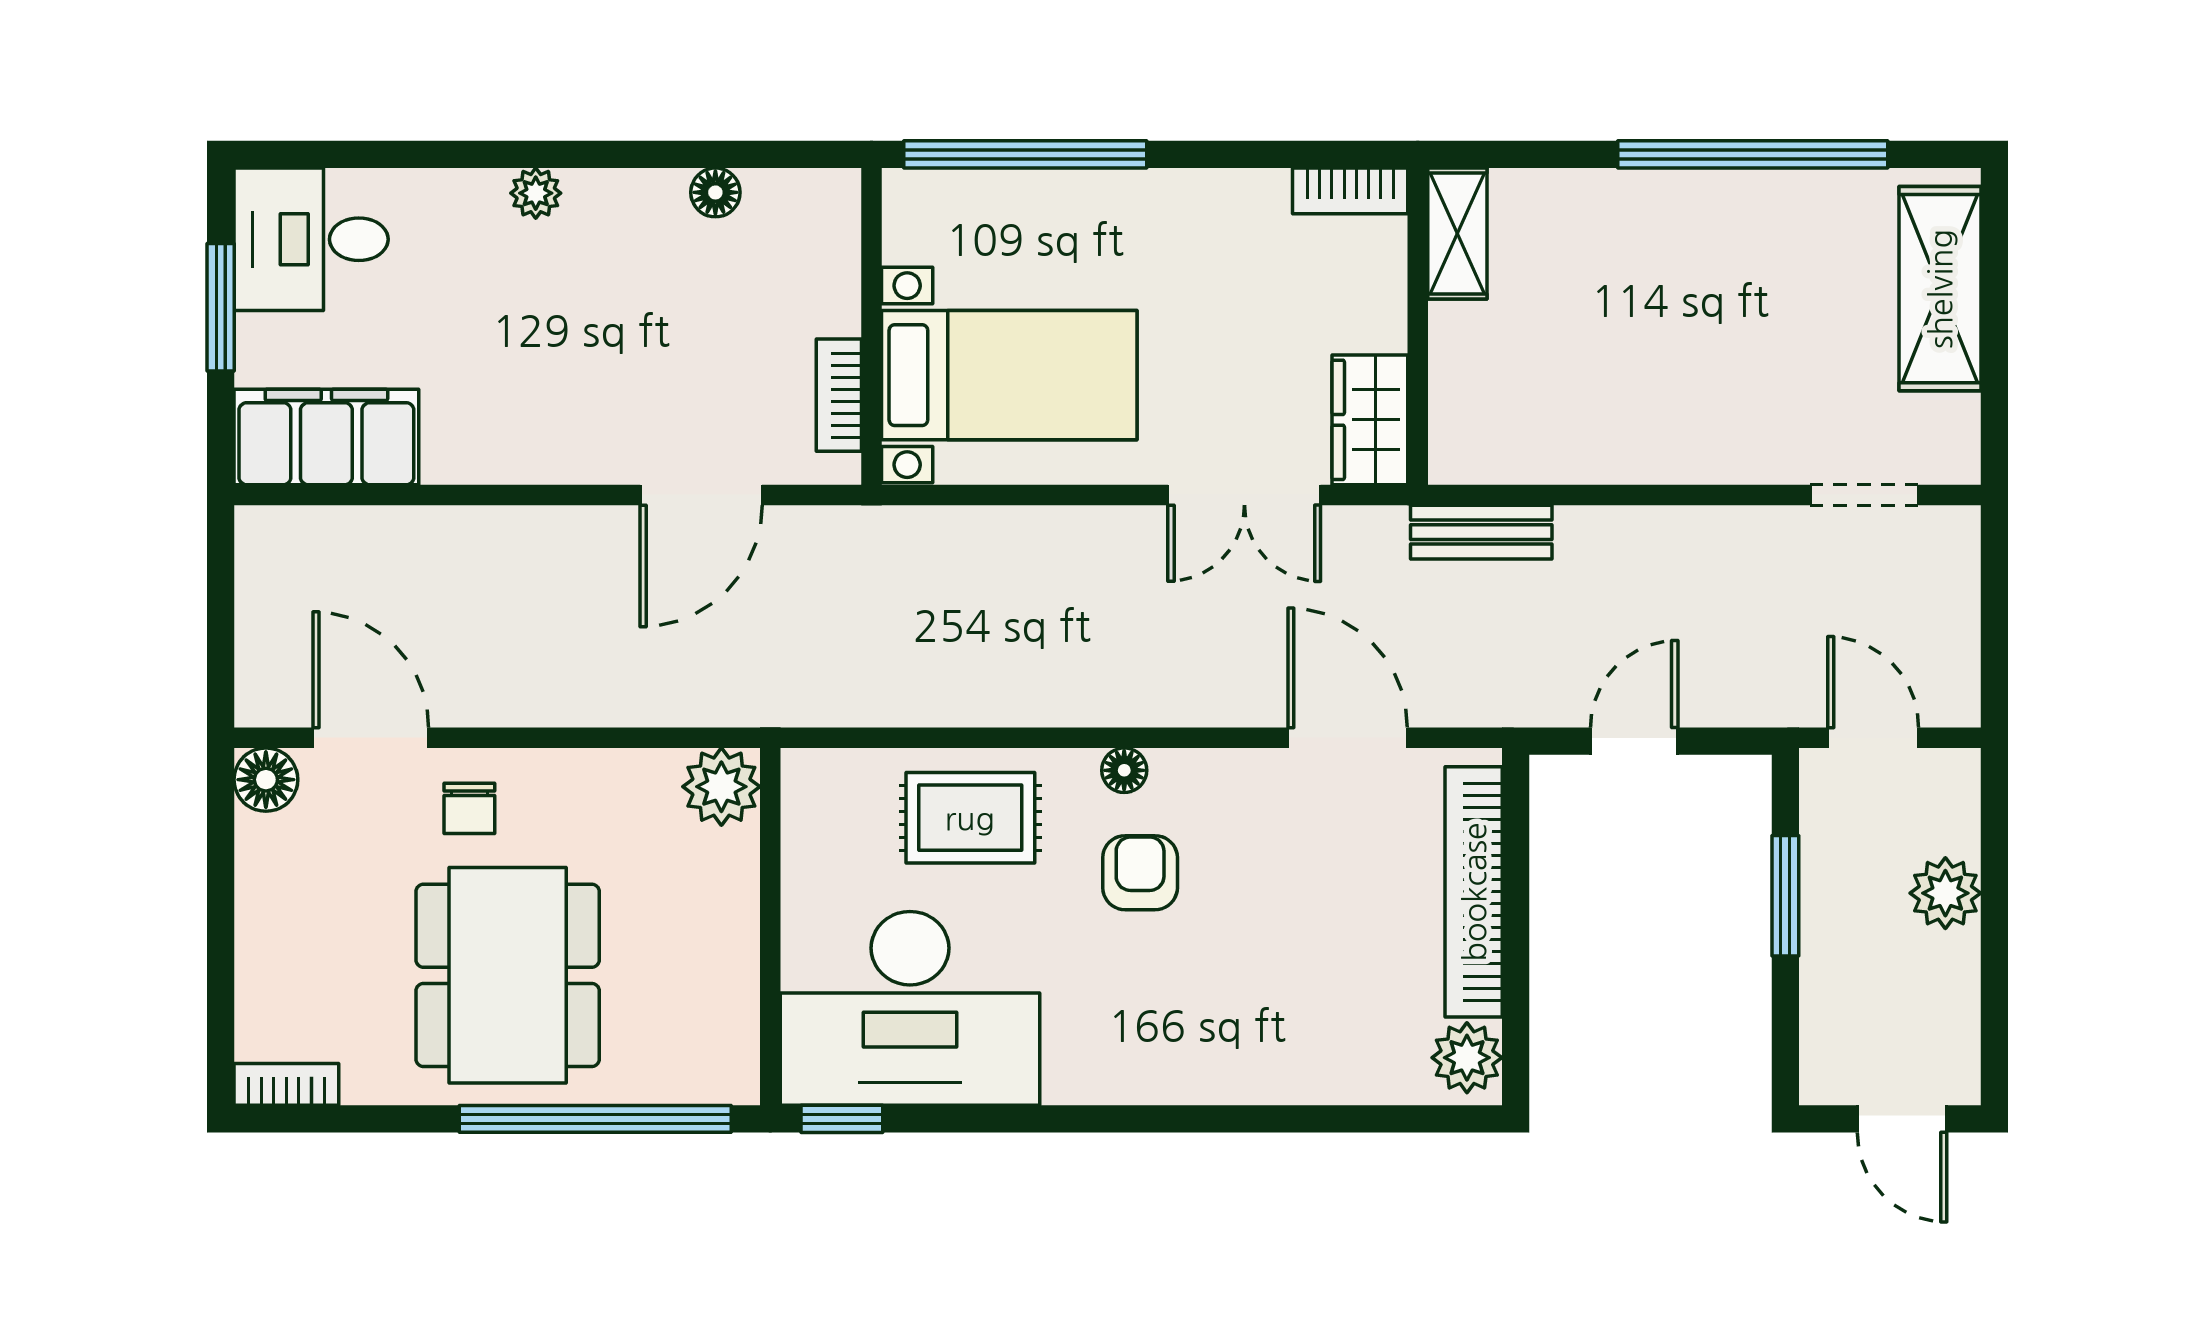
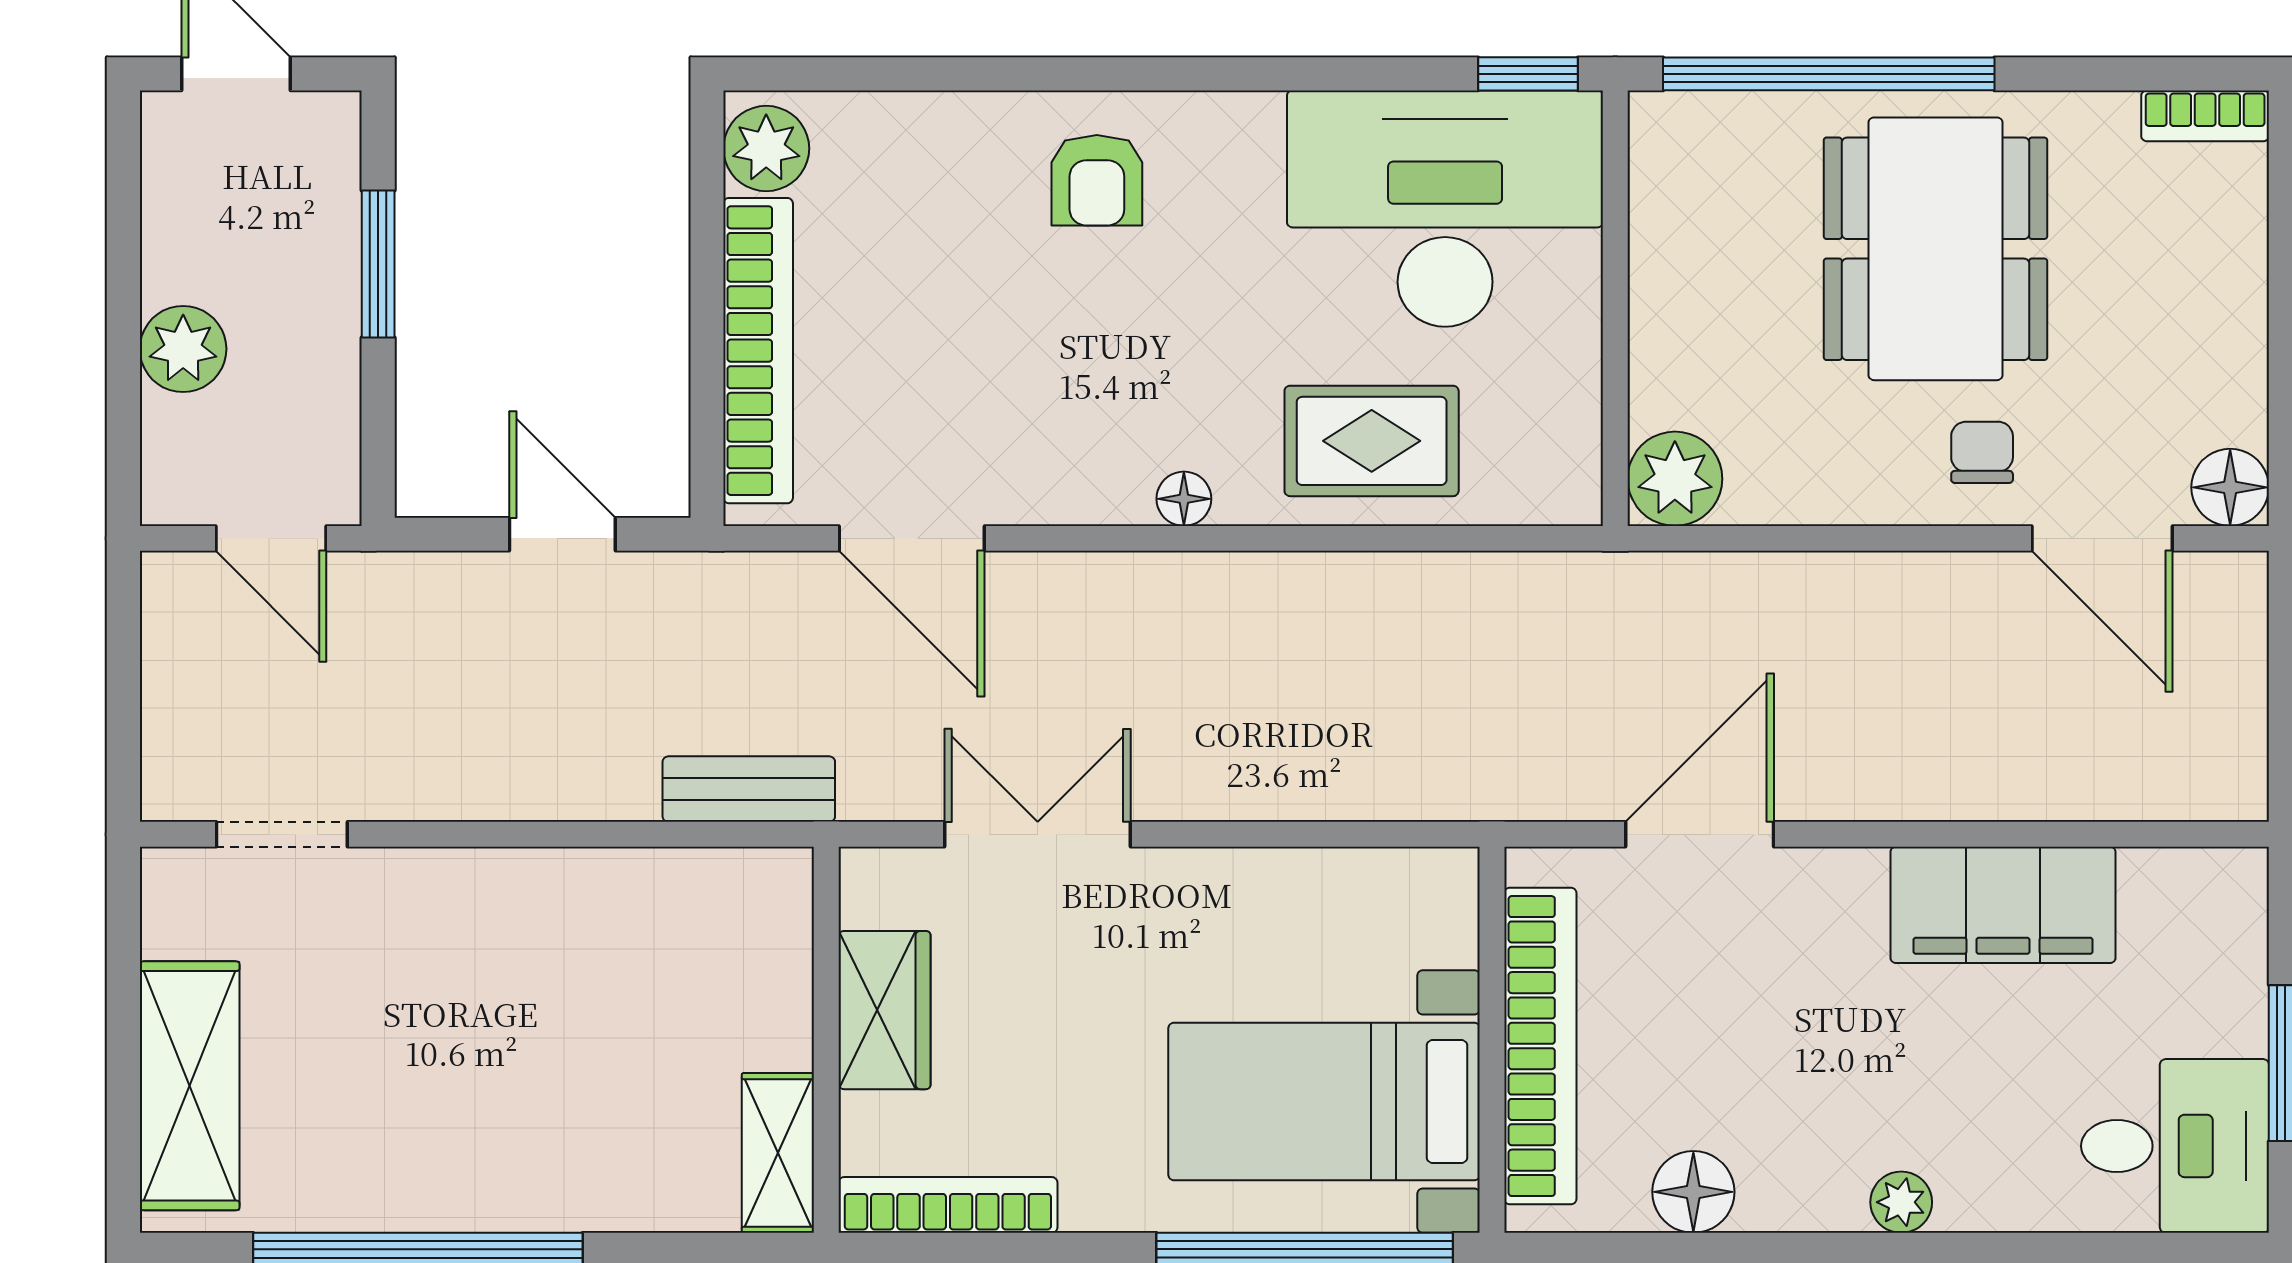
bookcase: (1350, 191) -> (948, 1205), width x1.56
floor lamp: (715, 192) -> (1693, 1192), width x1.37, depth x1.37
bed with nightstands: (1009, 375) -> (1324, 1102), moved
bookcase: (839, 395) -> (1540, 1046), width x2.31, depth x1.31
wardrobe: (1370, 420) -> (884, 1010), moved
filing cabinet: (326, 437) -> (2003, 905), moved
door: (1634, 741) -> (562, 534), swing flipped
armchair: (1140, 873) -> (1097, 180), moved
window: (1785, 896) -> (378, 264), moved

